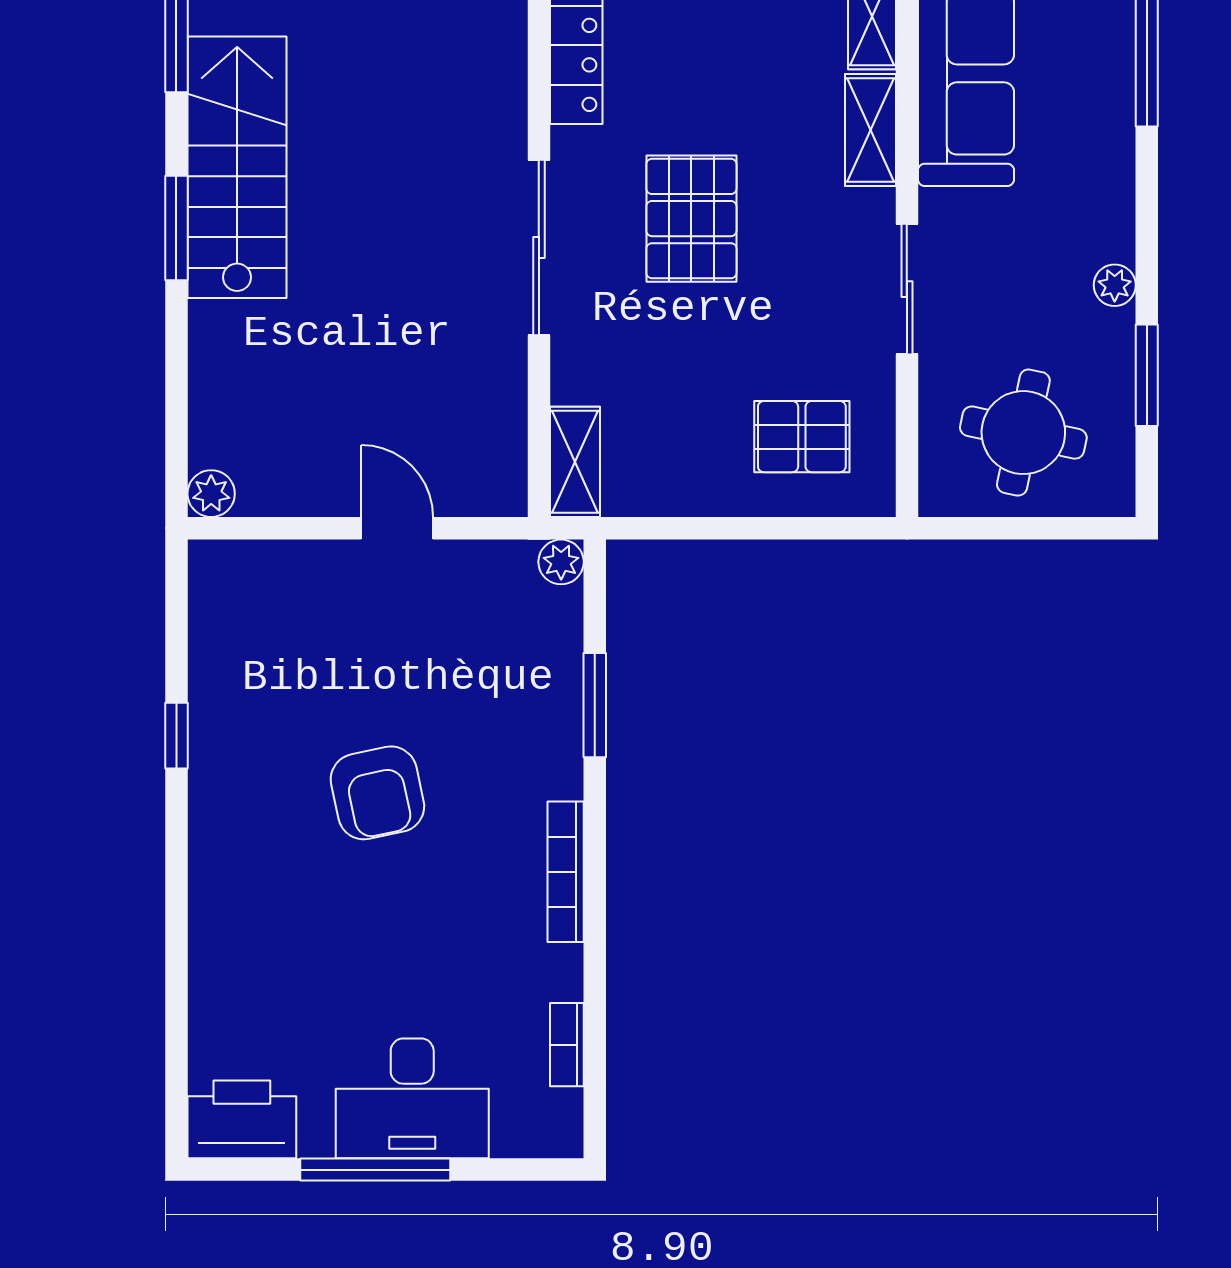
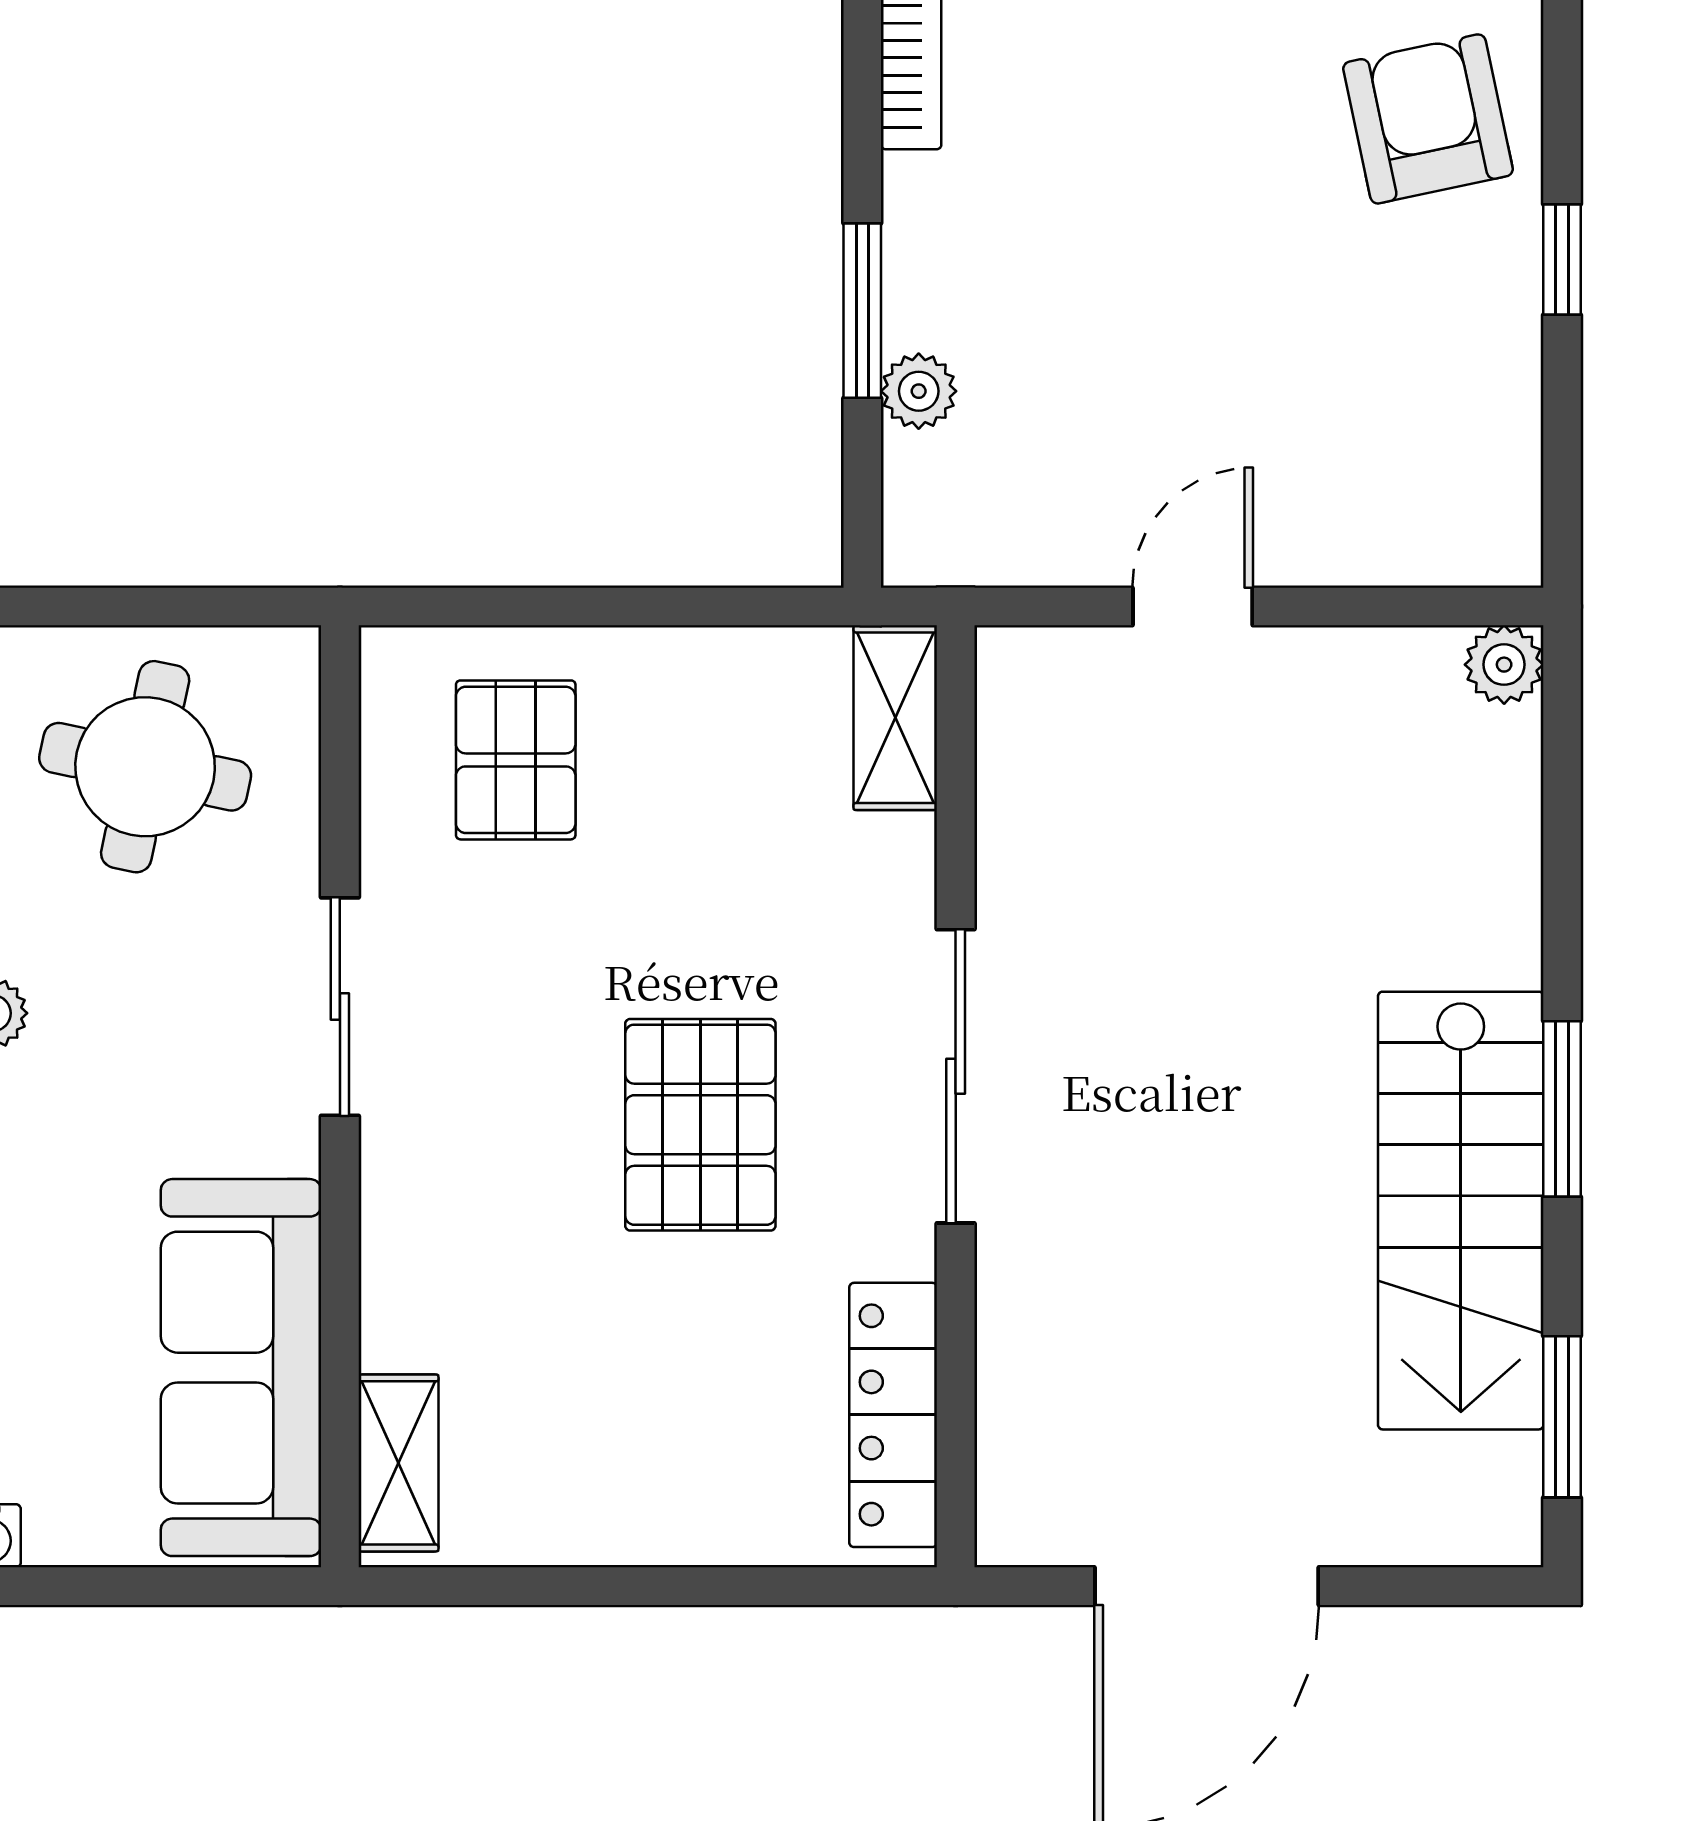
shelving: (871, 130) -> (401, 1273), removed
pallet: (802, 437) -> (516, 760), turned 90
door: (397, 528) -> (1193, 606), swing flipped
plant: (561, 562) -> (919, 391), moved
armchair: (377, 793) -> (1428, 119), moved

